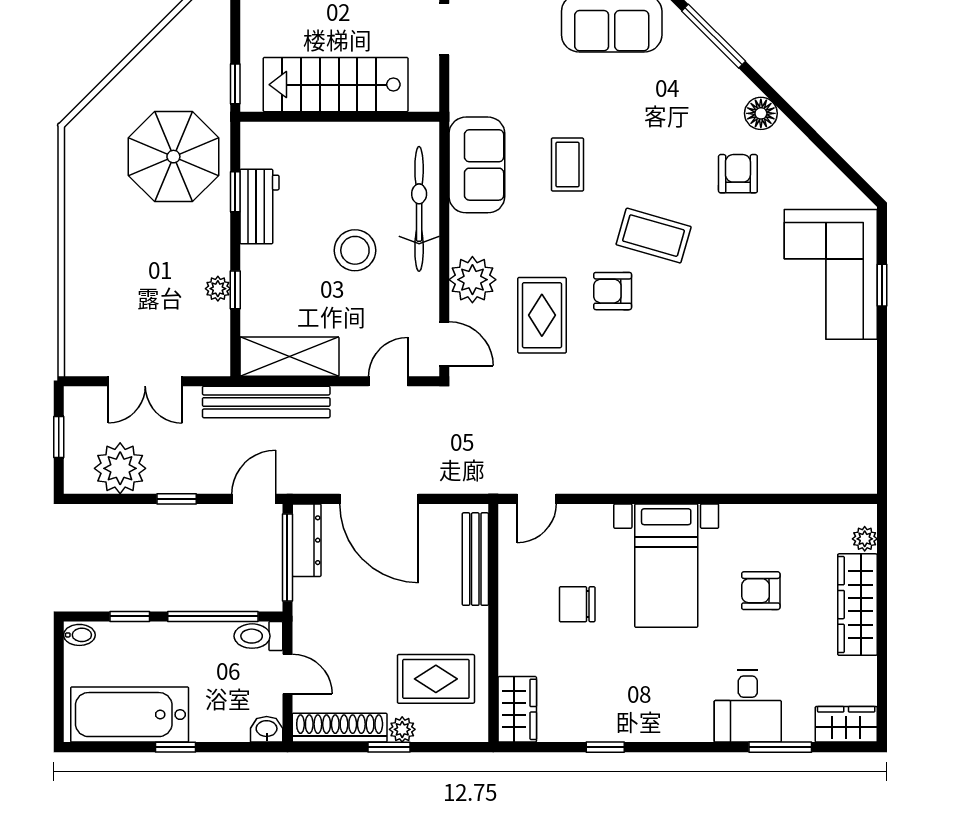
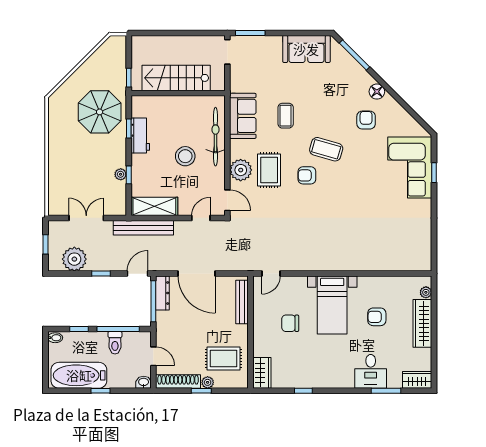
rug: (542, 315) -> (269, 170), moved
double door: (145, 381) -> (86, 218), swing flipped
toilet: (258, 636) -> (115, 343), moved, turned -90

